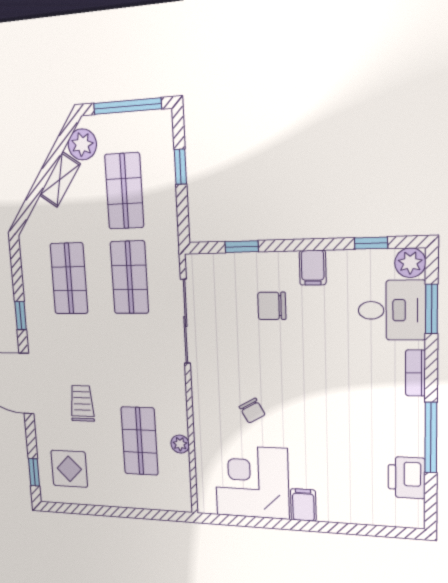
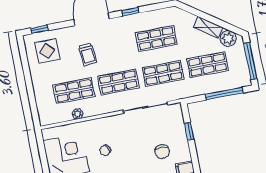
window: (180, 167) -> (224, 94), width x2.17
chair: (272, 306) -> (162, 152), turned 180
shop shelf: (135, 361) -> (118, 82), added
trolley: (82, 403) -> (88, 54), turned 85

